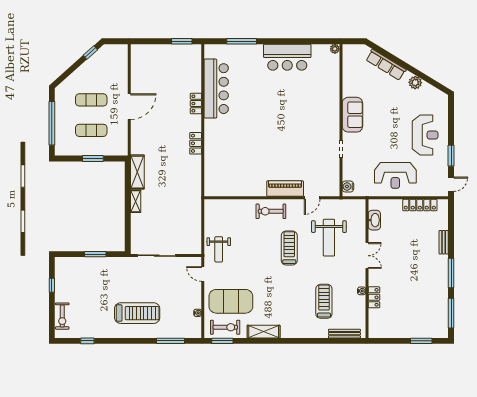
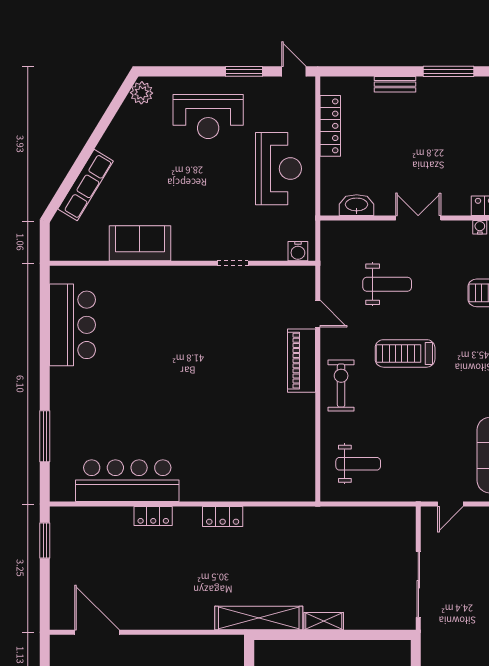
plant: (335, 49) -> (58, 274), removed
bar counter: (287, 57) -> (73, 325), moved
plant: (415, 83) -> (142, 93), moved
door: (129, 107) -> (97, 632), moved
sofa: (352, 115) -> (140, 243), moved
reception desk: (425, 135) -> (208, 117), turned 180
shelving: (137, 172) -> (259, 618), width x1.47
exercise bike: (271, 211) -> (341, 385), turned 180
weight bench: (329, 238) -> (387, 284), width x0.73, depth x0.75
weight bench: (219, 249) -> (358, 464), moved

